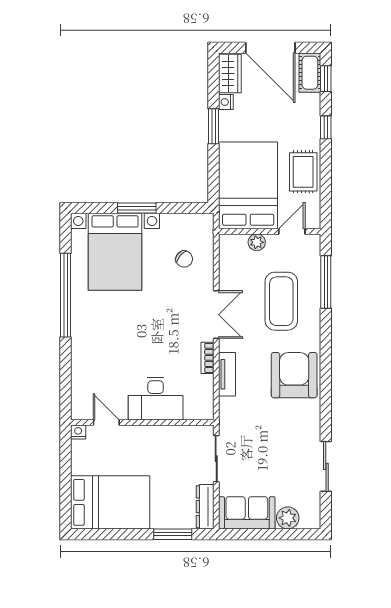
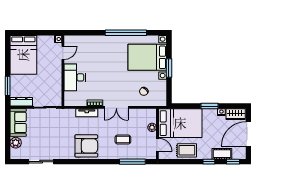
cot: (310, 73) -> (222, 154), moved
coffee table: (281, 301) -> (123, 140), width x0.54, depth x0.58

